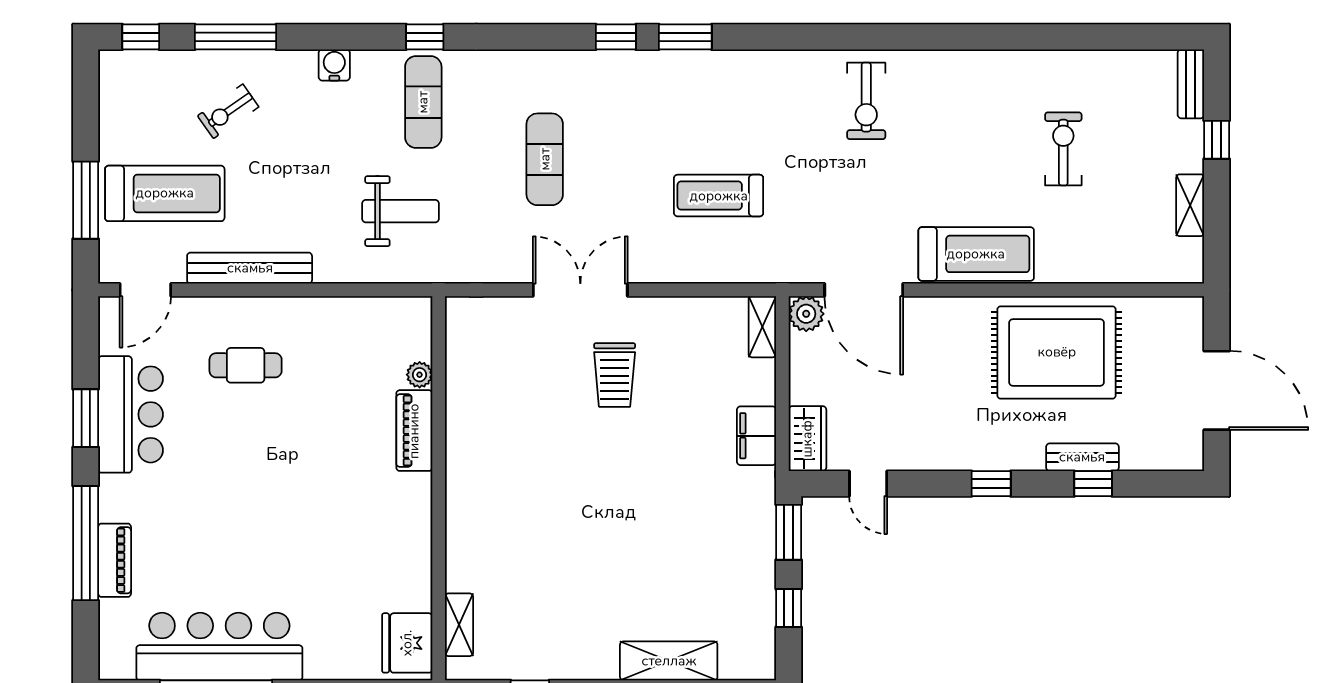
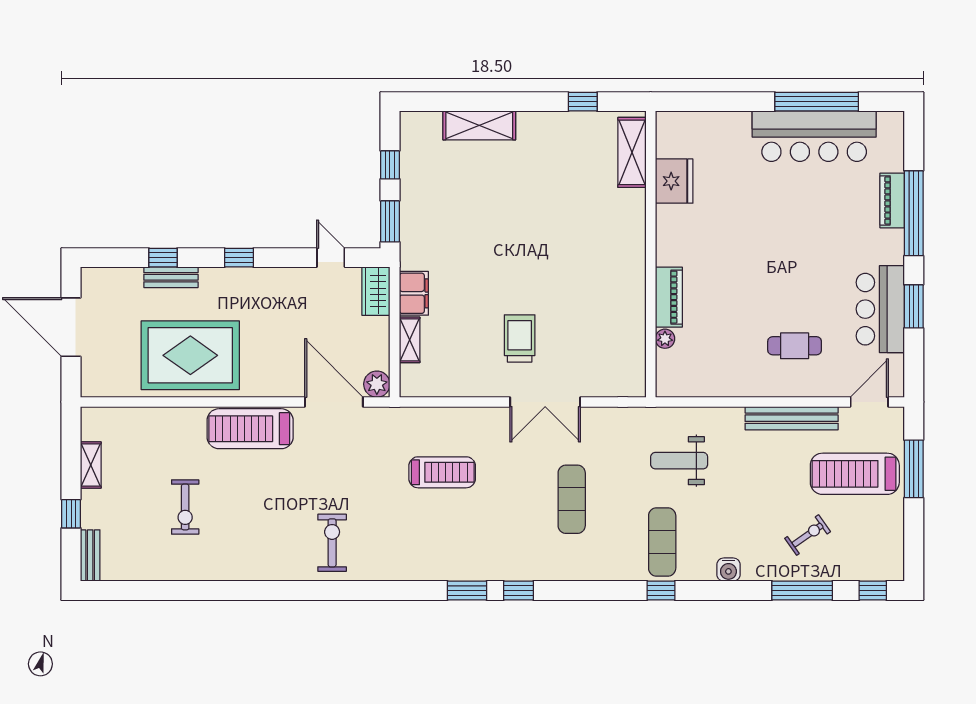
shelving: (762, 327) -> (410, 340), moved
shelving: (459, 625) -> (632, 152), width x1.50, depth x1.33
fridge: (407, 643) -> (674, 181), moved

